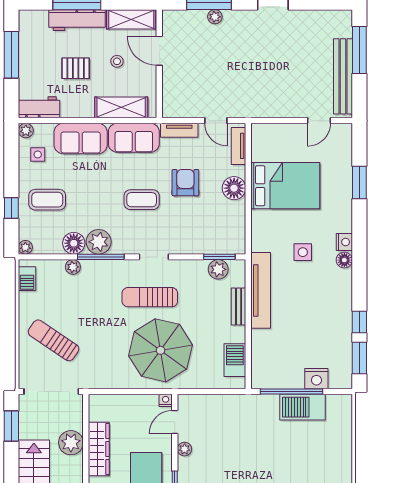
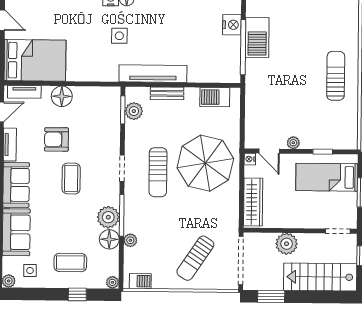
bed: (285, 186) -> (35, 60), moved, turned 90
coffee table: (47, 200) -> (70, 263), turned 90
wardrobe: (99, 449) -> (253, 202), moved, turned 90

